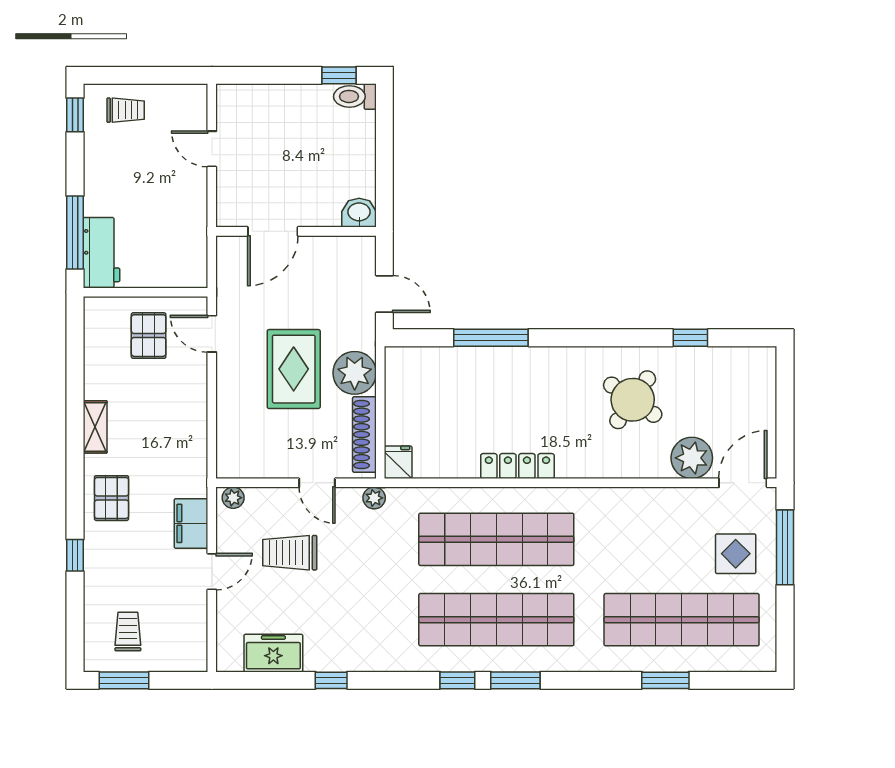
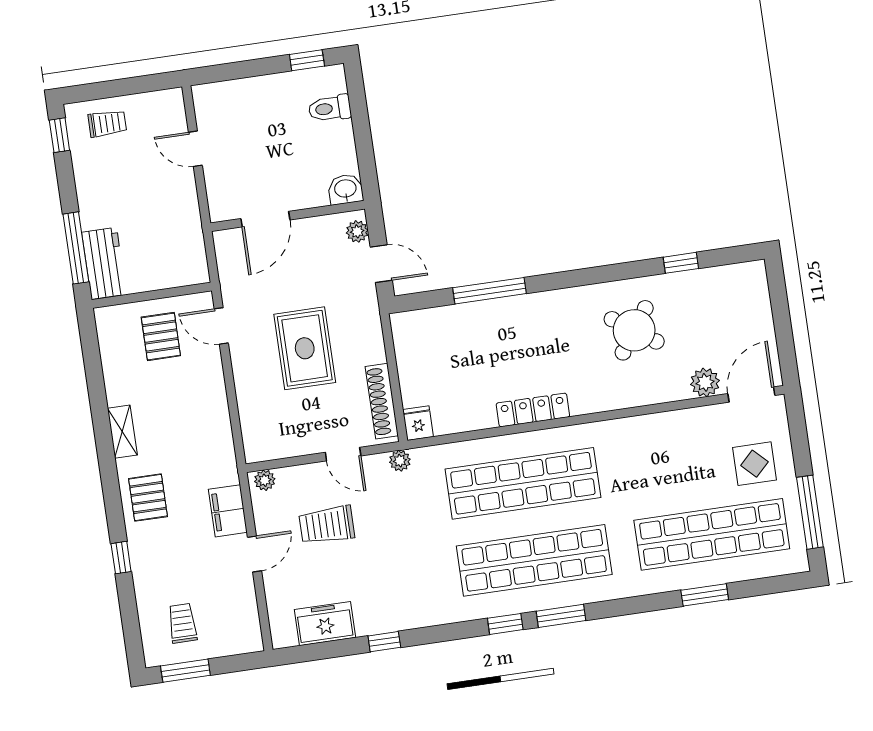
toilet: (355, 96) -> (330, 108), moved
plant: (355, 373) -> (357, 231), moved, width x0.53, depth x0.53
plant: (692, 458) -> (705, 382), width x0.73, depth x0.73
window: (785, 547) -> (810, 512), moved

